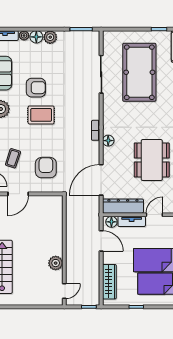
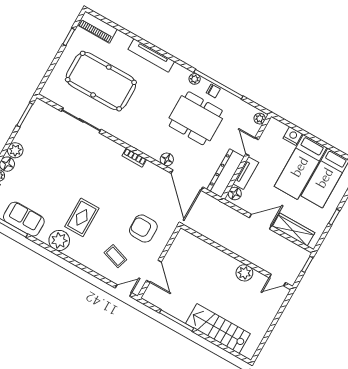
armchair: (36, 88) -> (58, 193), removed
rug: (41, 115) -> (82, 217), moved
floor lamp: (108, 141) -> (167, 159), moved
door: (101, 241) -> (260, 222), moved
door: (64, 291) -> (277, 280), swing flipped

